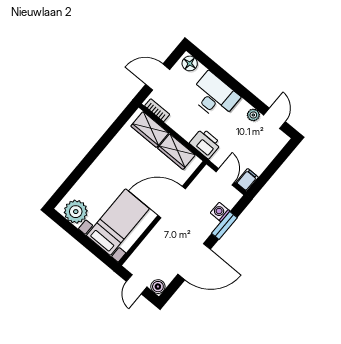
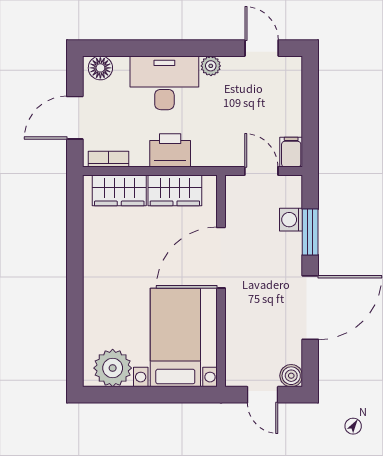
plant: (253, 115) -> (211, 66), moved
printer: (205, 143) -> (170, 150), moved

